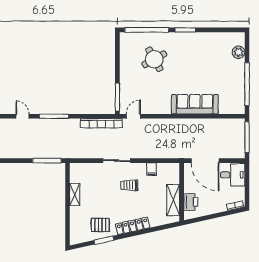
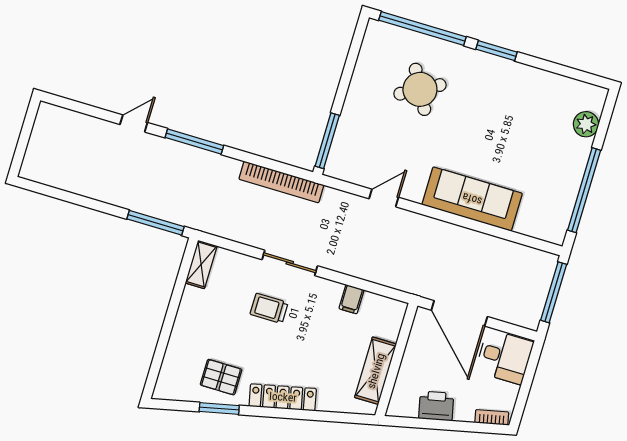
door: (22, 116) -> (134, 123), hinge flipped
door: (133, 116) -> (384, 198), moved
trolley: (129, 185) -> (269, 308), moved
shelving: (75, 194) -> (201, 264), moved
printer: (191, 202) -> (436, 406), moved, turned -102

